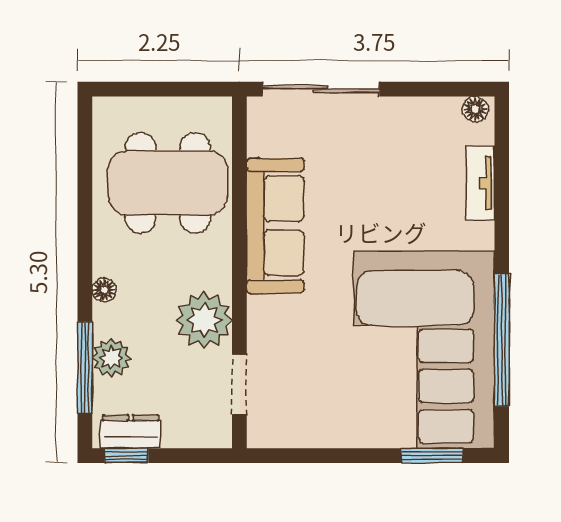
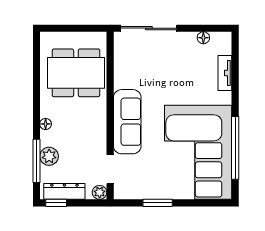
floor lamp: (475, 109) -> (203, 38), moved
sofa: (275, 226) -> (127, 122), moved
plant: (204, 320) -> (100, 192), moved, width x0.53, depth x0.53
dresser: (131, 432) -> (64, 191), width x1.44
window: (432, 456) -> (158, 203), moved

